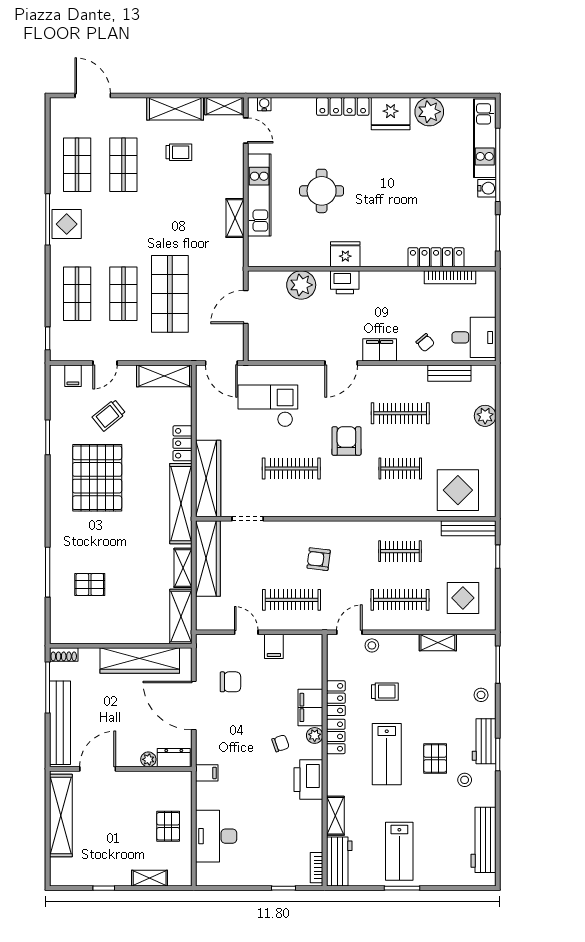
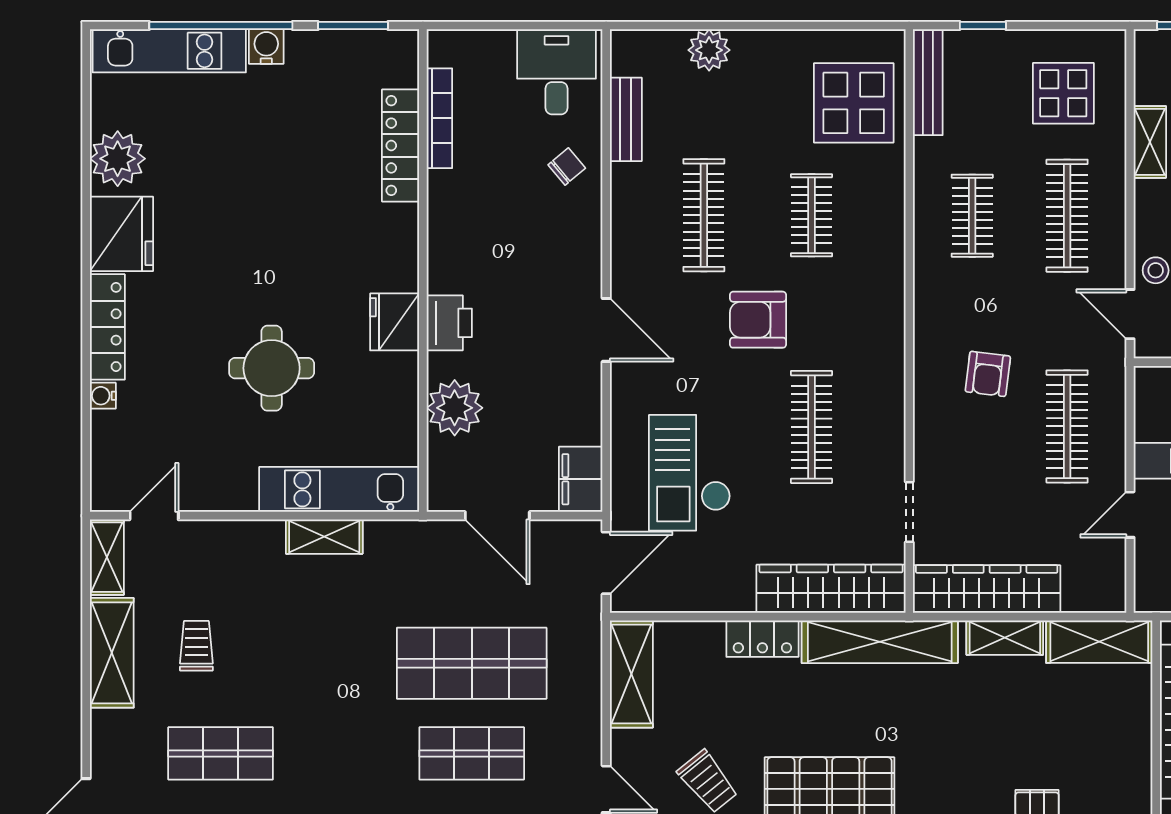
water cooler: (264, 104) -> (103, 396), moved
kitchen unit: (259, 195) -> (339, 489), moved
filing cabinet: (380, 350) -> (581, 479), moved

